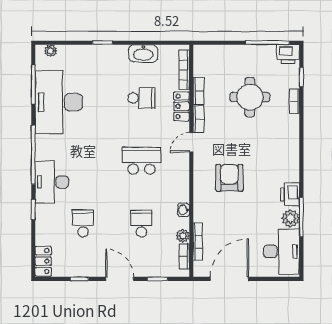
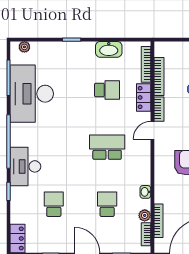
bookcase: (199, 91) -> (159, 77), width x1.56

